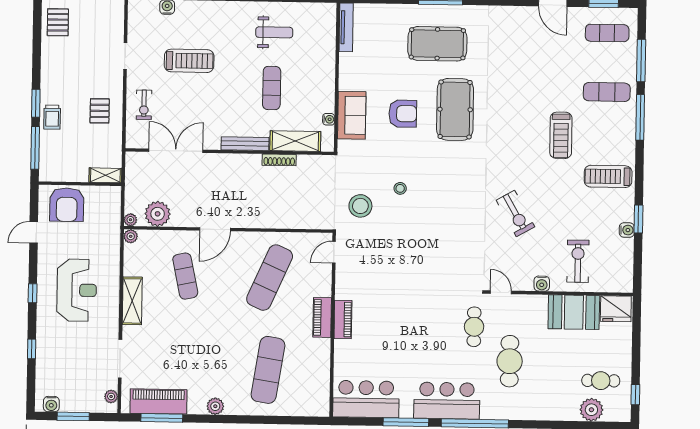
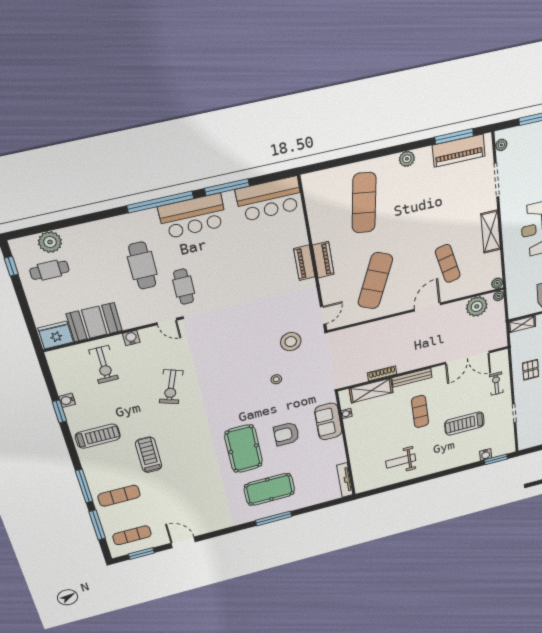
exercise mat: (272, 88) -> (420, 411), moved
stool: (360, 206) -> (291, 342), moved
exercise bike: (515, 213) -> (171, 387), turned -130

